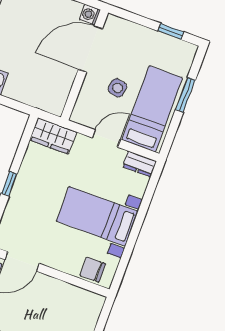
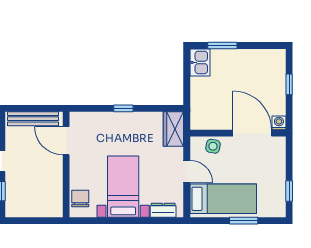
side table: (117, 88) -> (213, 146), moved
dresser: (139, 164) -> (163, 210), moved, turned 90

